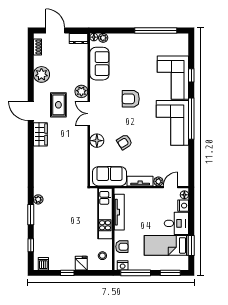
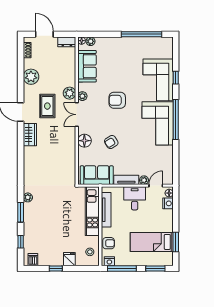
plant: (95, 94) -> (82, 96), added
desk: (176, 223) -> (135, 198), moved, turned -90

